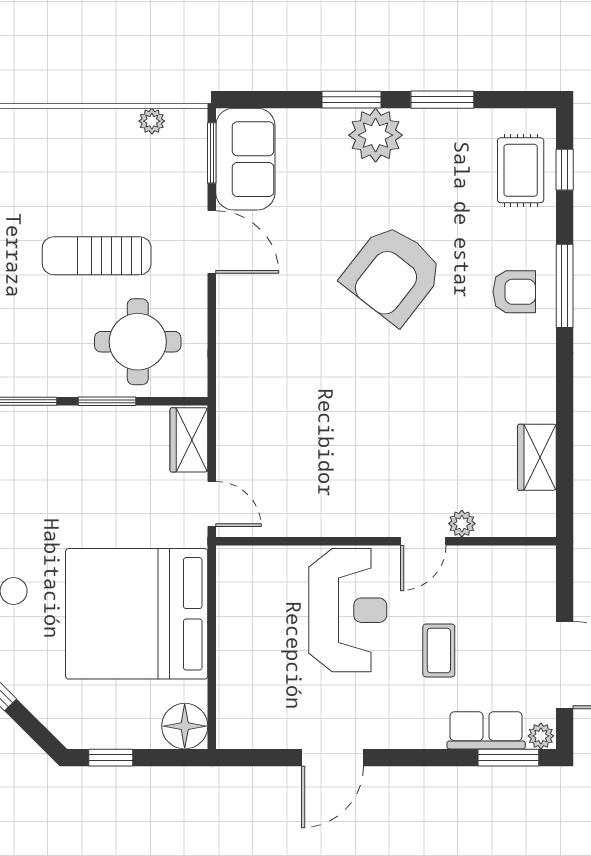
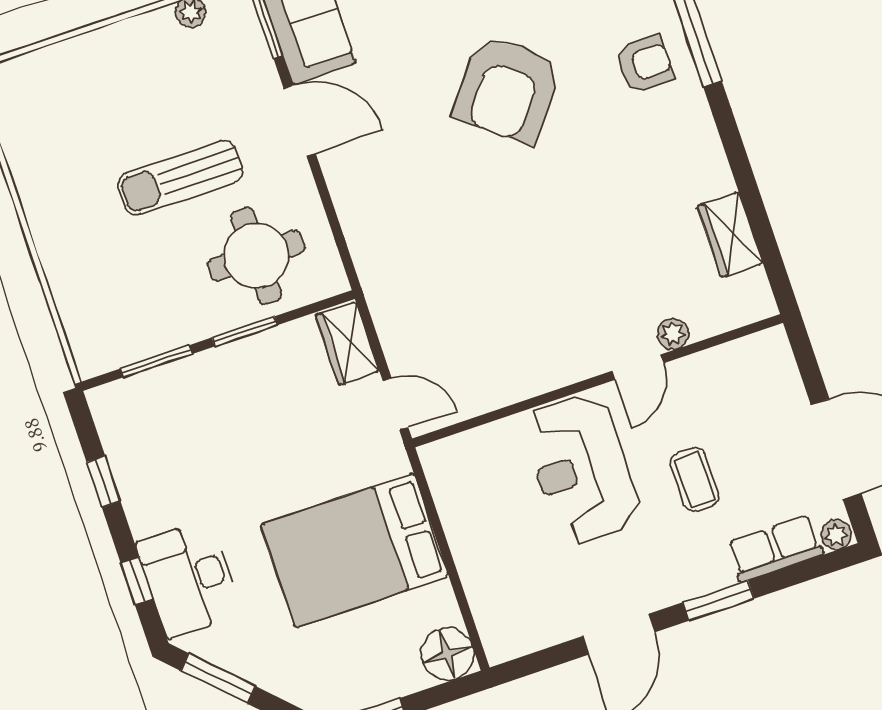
reception desk: (348, 610) -> (581, 469), turned 180
bed: (137, 614) -> (354, 550), width x0.73
window: (508, 758) -> (718, 601), moved

